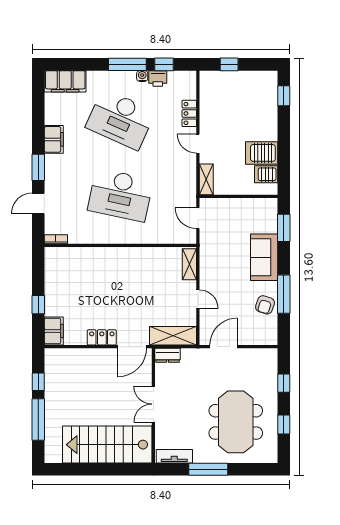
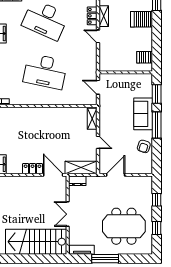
server rack: (262, 153) -> (141, 19), moved
shelving: (206, 179) -> (104, 16), moved
window: (284, 294) -> (157, 125), moved
door: (132, 347) -> (53, 175), swing flipped
meeting table: (236, 422) -> (124, 226), turned 90

